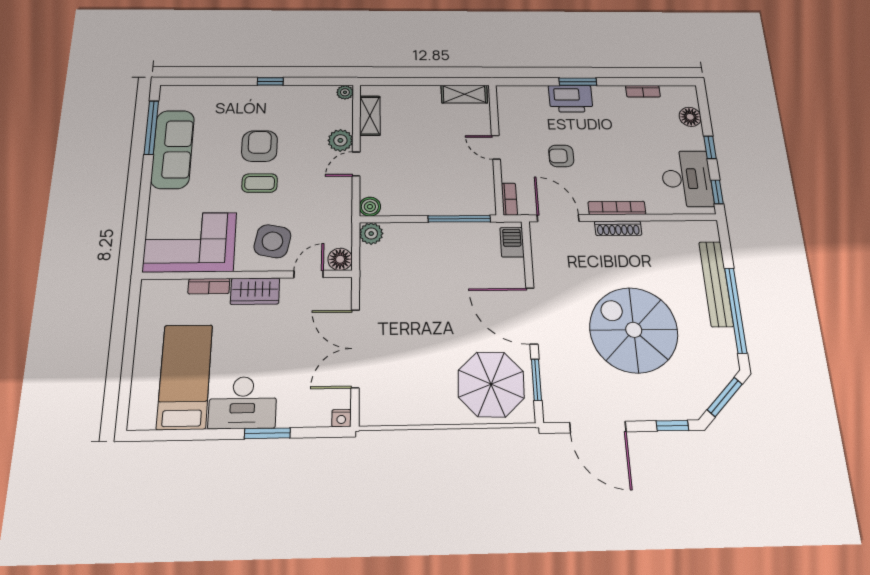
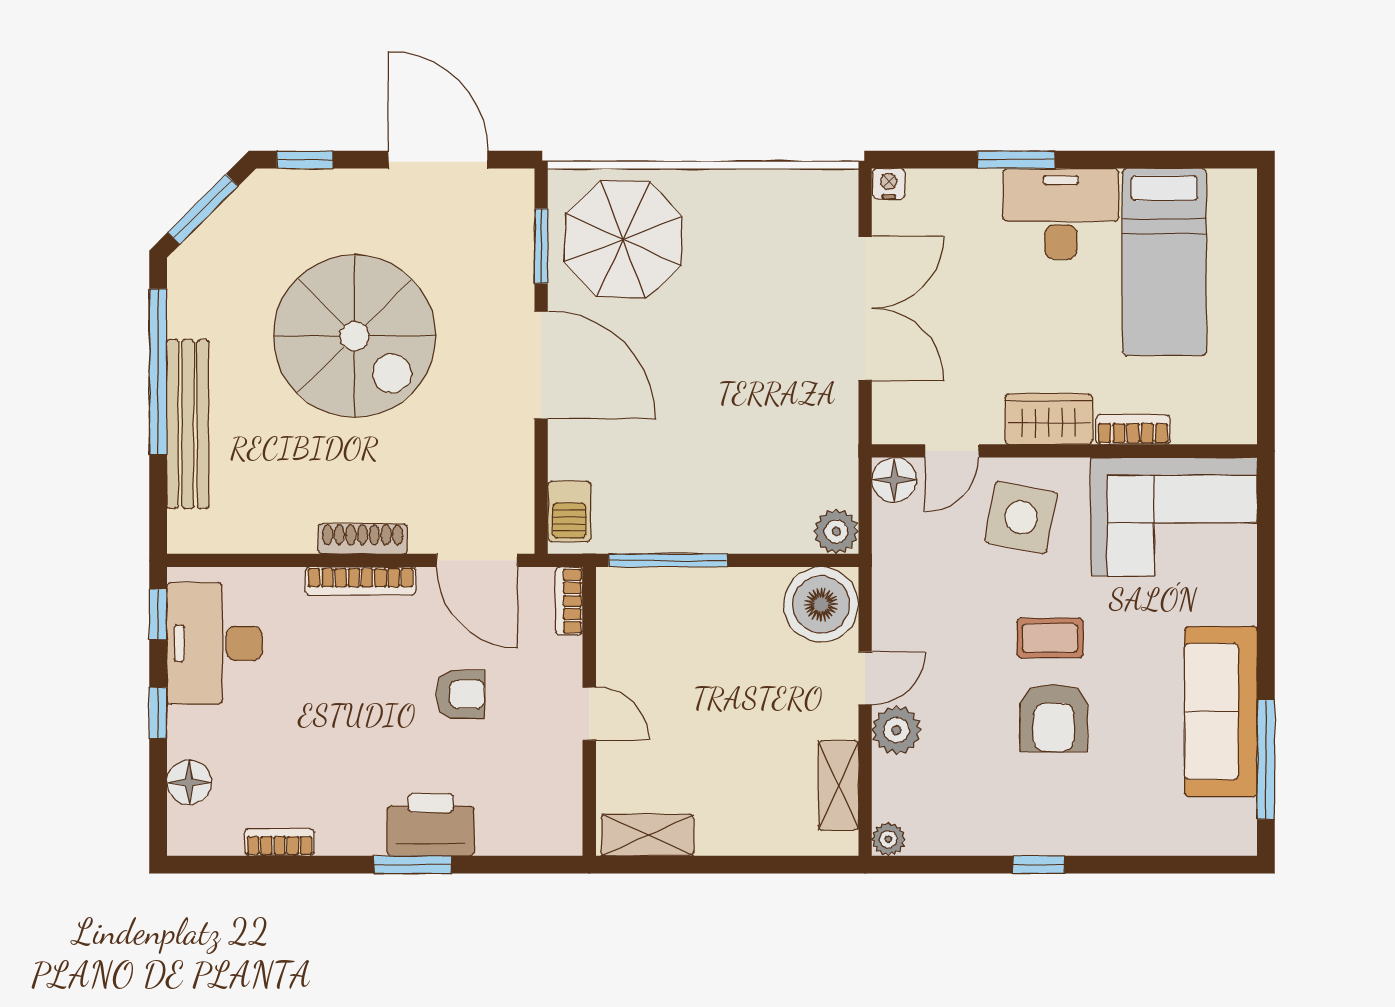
boiler: (370, 207) -> (821, 604), width x1.86, depth x1.86

